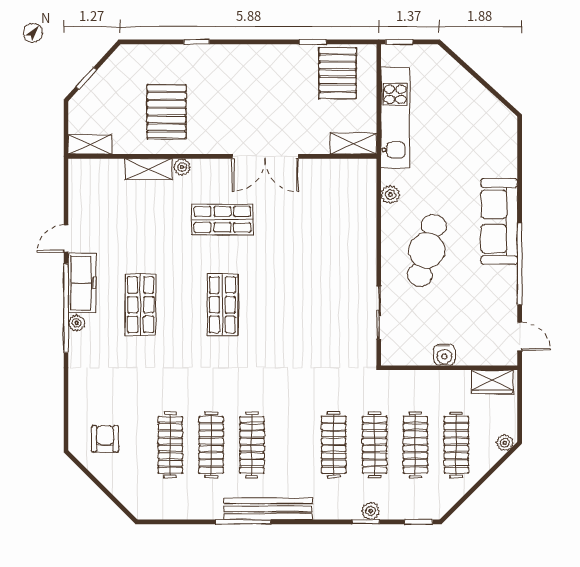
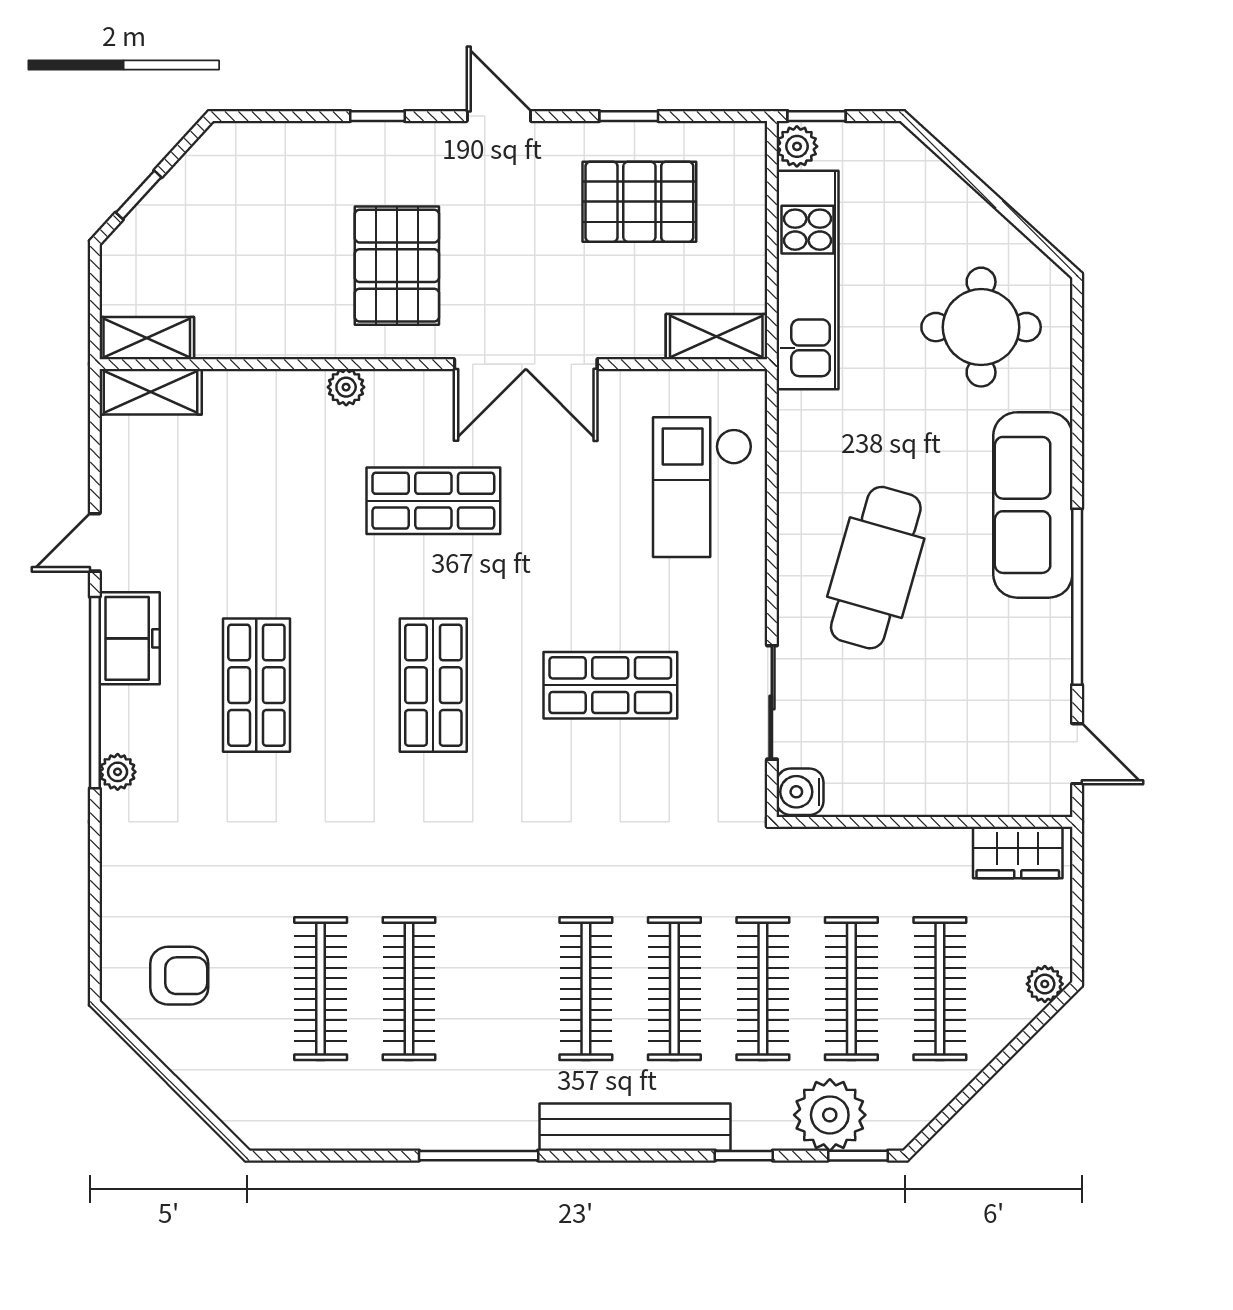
door: (253, 42) -> (499, 116), added
pallet: (338, 73) -> (639, 202), moved, turned 90
pallet: (167, 112) -> (397, 266), moved
round table: (475, 139) -> (981, 327), added
shelving: (148, 169) -> (151, 392), moved
plant: (390, 195) -> (797, 146), moved
checkout: (347, 213) -> (702, 487), added
freezer: (82, 283) -> (130, 638), width x0.71
shop shelf: (304, 305) -> (610, 685), added
plant: (77, 323) -> (118, 772), moved
water cooler: (444, 355) -> (800, 792), moved, turned 90
armchair: (105, 439) -> (179, 976), turned 90
clothes rail: (252, 445) -> (586, 989), moved
bench: (268, 509) -> (635, 1127), moved
plant: (371, 511) -> (830, 1115), moved, width x1.88, depth x1.88

